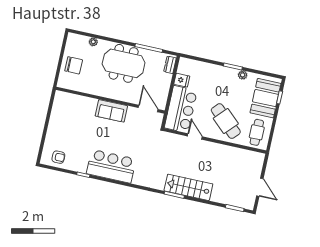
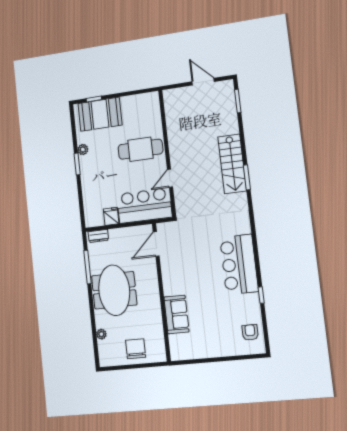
sofa: (111, 111) -> (176, 314), moved
cafe table: (226, 121) -> (140, 149), turned 47
cafe table: (257, 132) -> (141, 109), removed
door: (260, 187) -> (203, 82), hinge flipped

